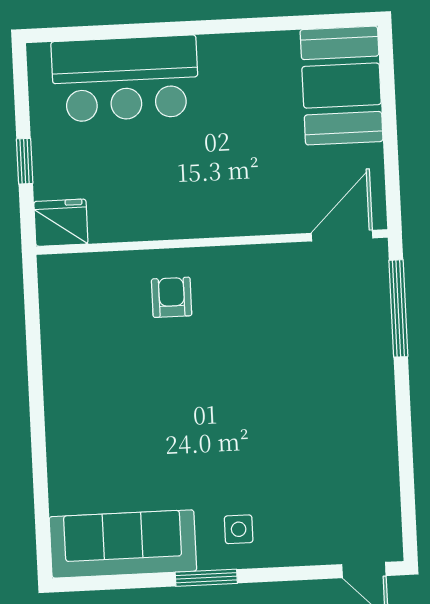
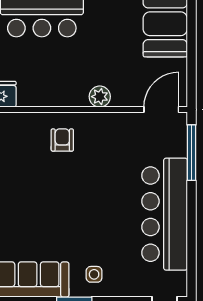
plant: (233, 218) -> (100, 97), added
bar counter: (357, 418) -> (165, 214), added

